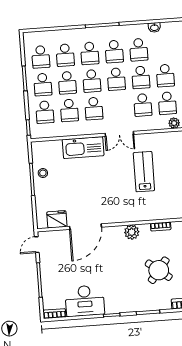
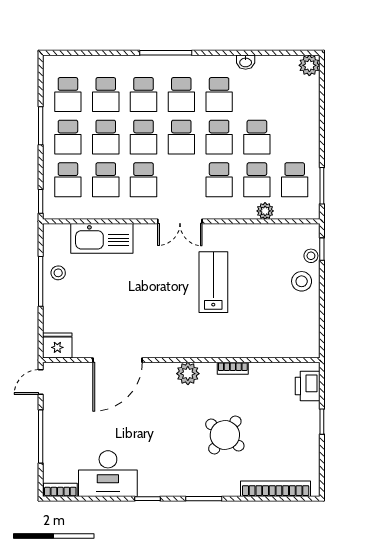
kitchen sink: (83, 148) -> (102, 238), moved
fridge: (57, 219) -> (57, 345), moved

